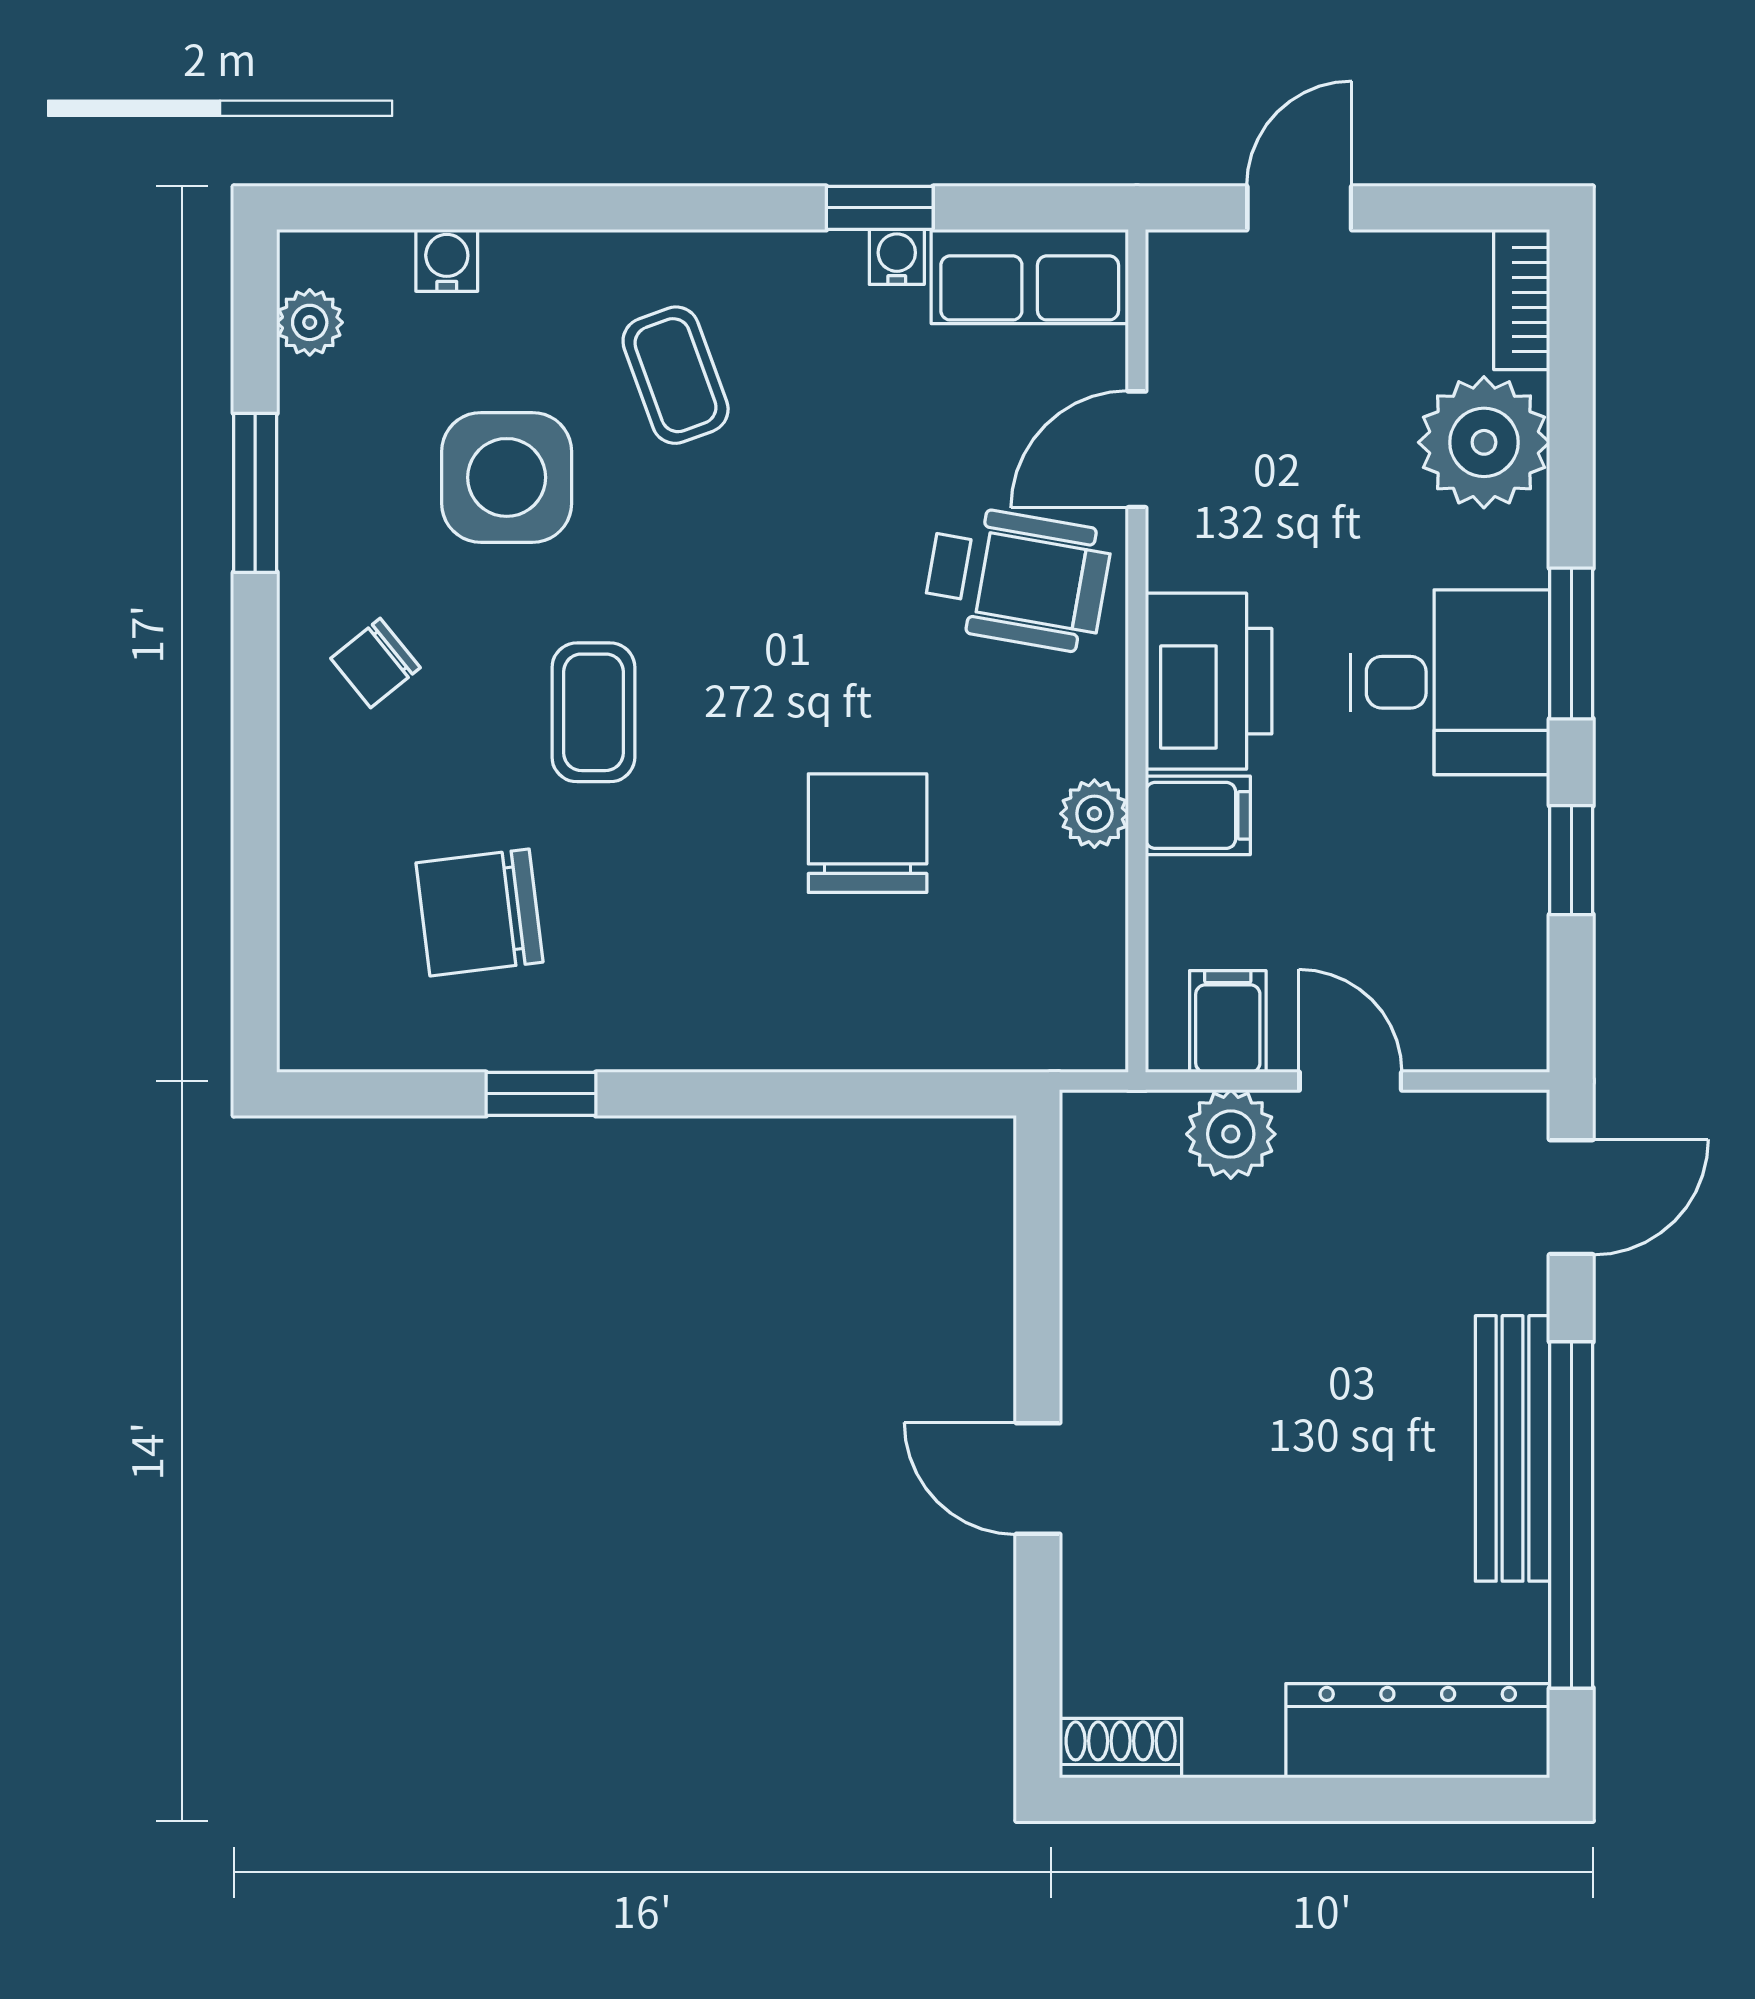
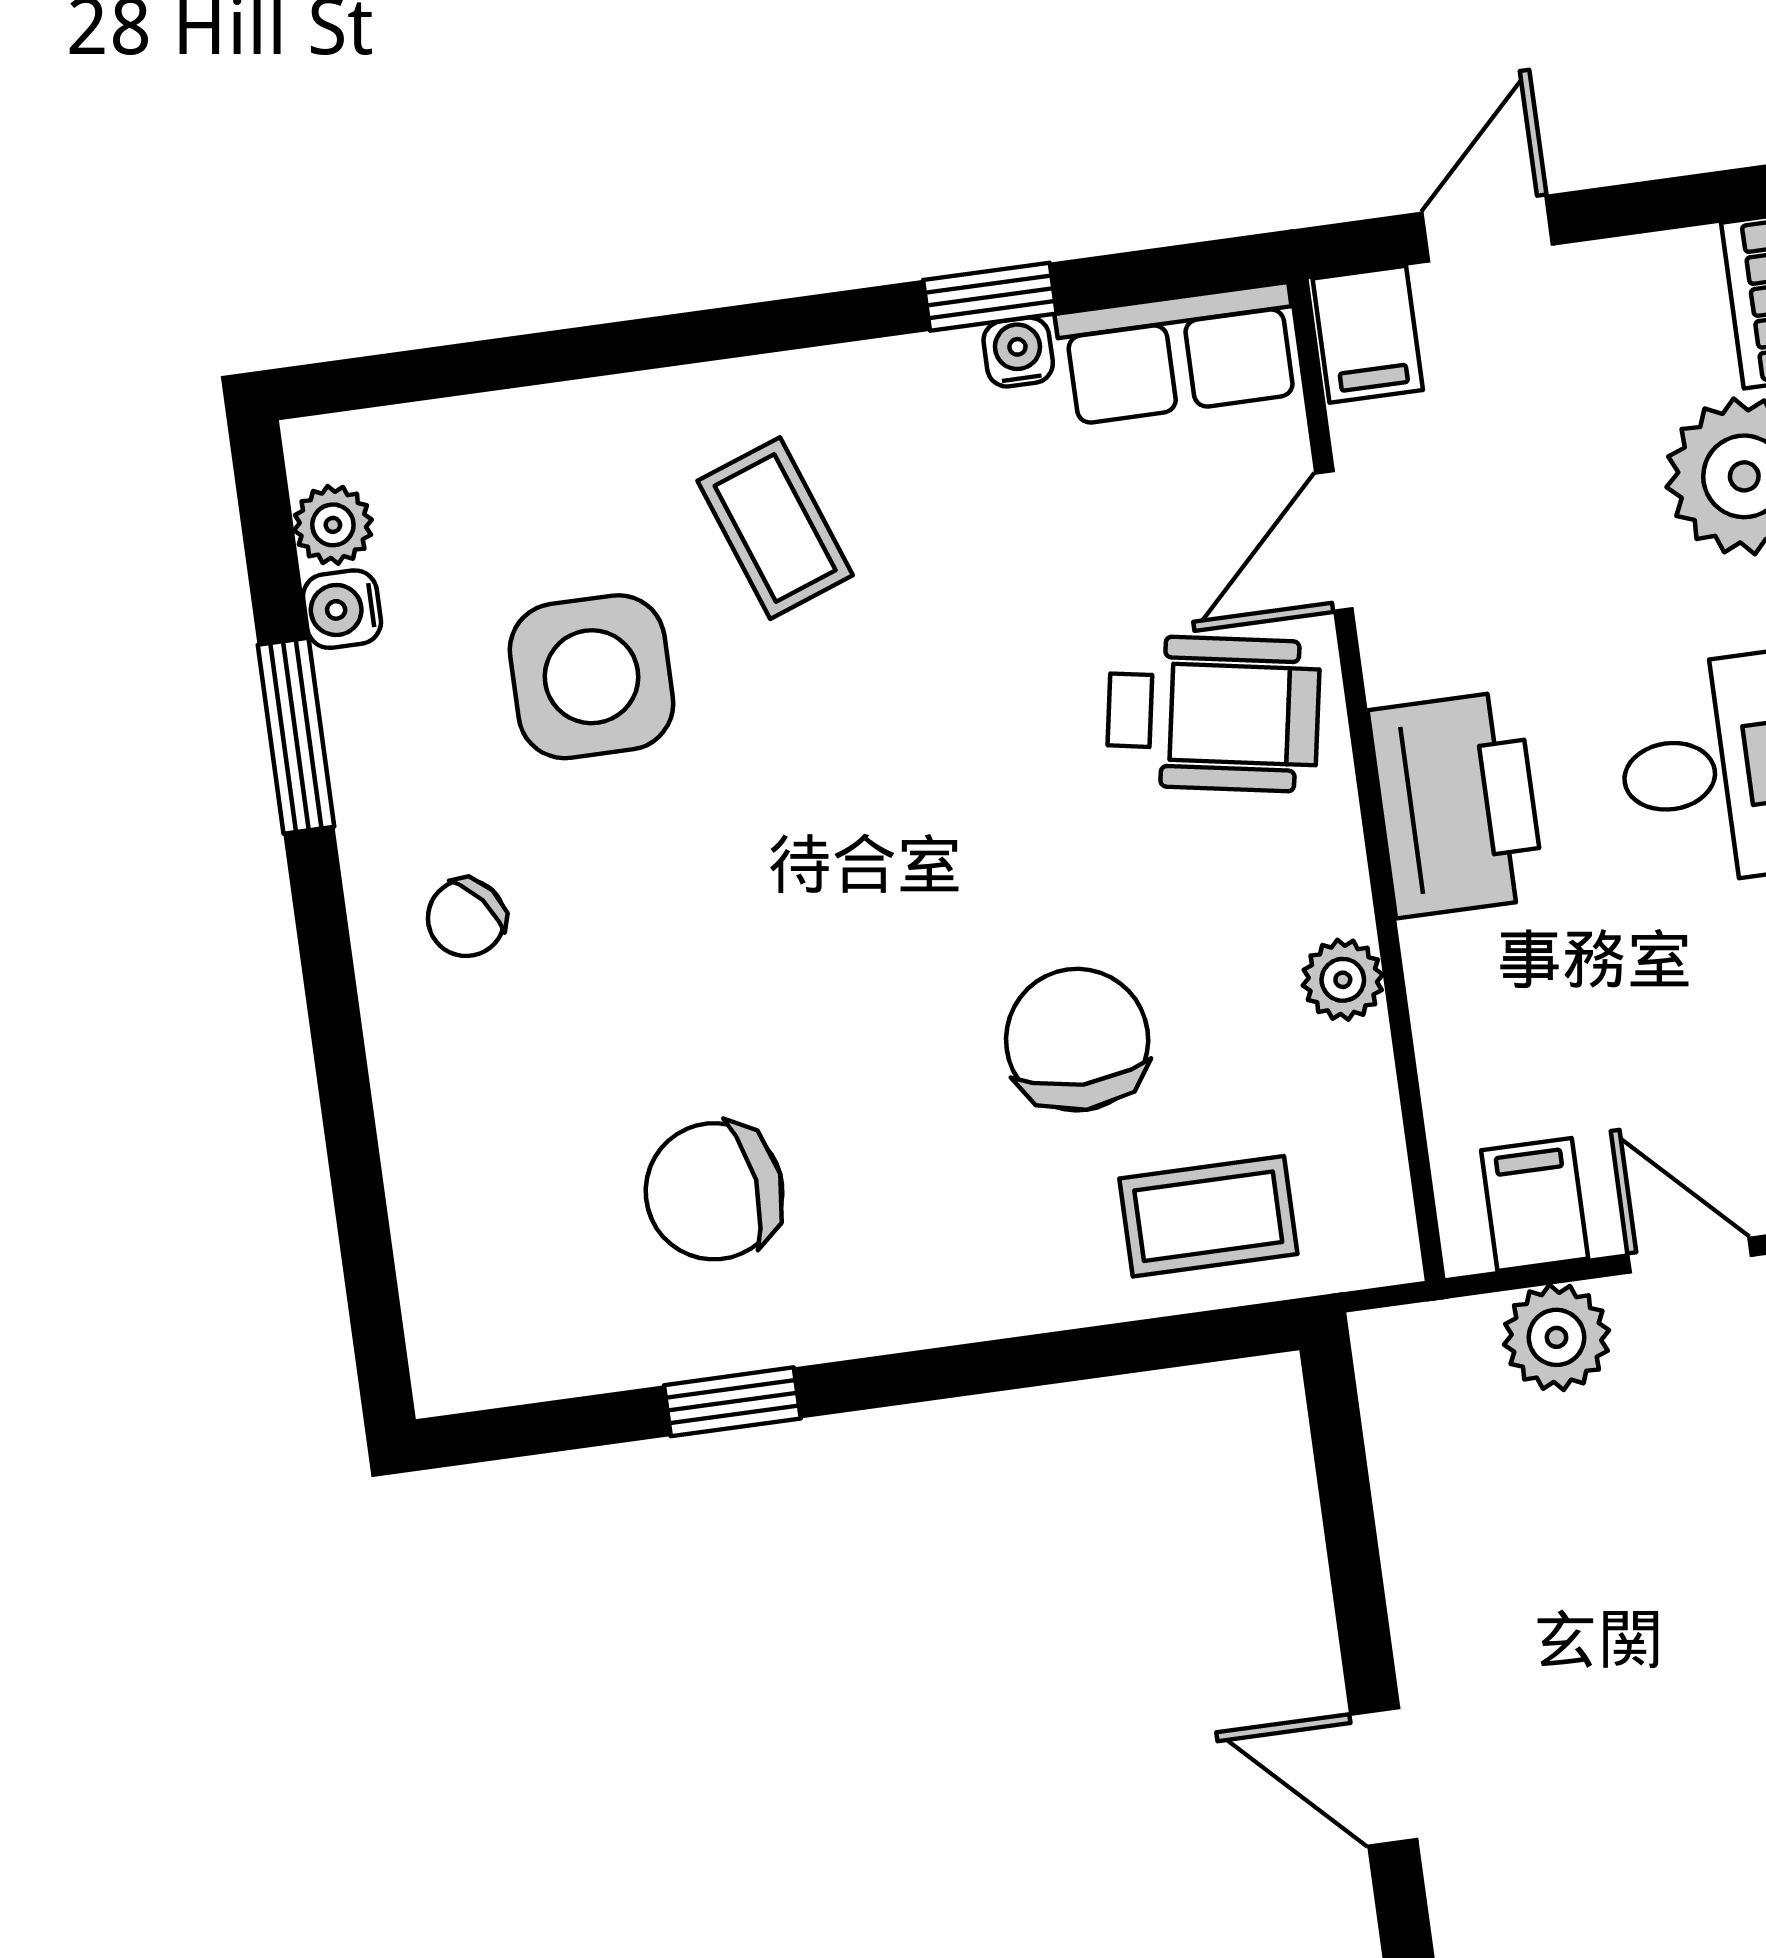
water cooler: (447, 260) -> (342, 609), moved, turned -90
coffee table: (593, 712) -> (1208, 1216), moved, turned 90
filing cabinet: (1198, 815) -> (1368, 334), moved, turned 90
chair: (480, 912) -> (714, 1191), moved

